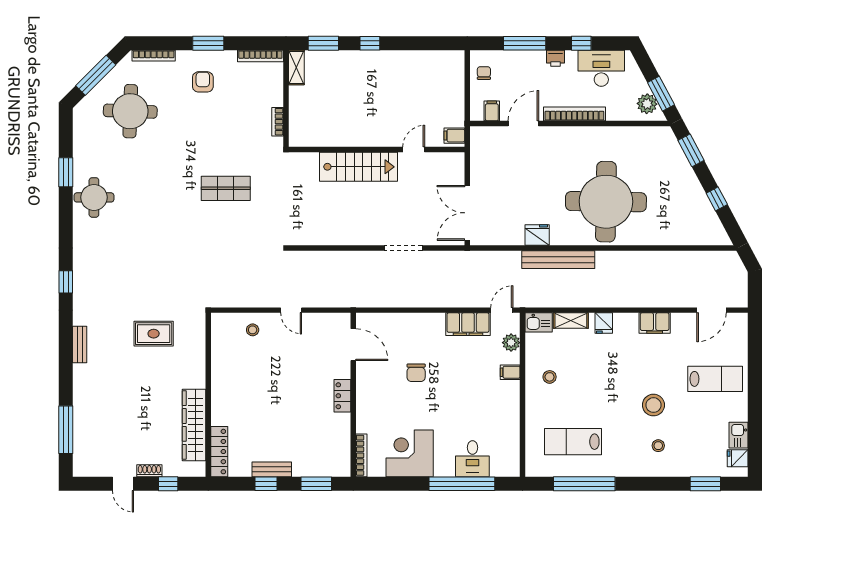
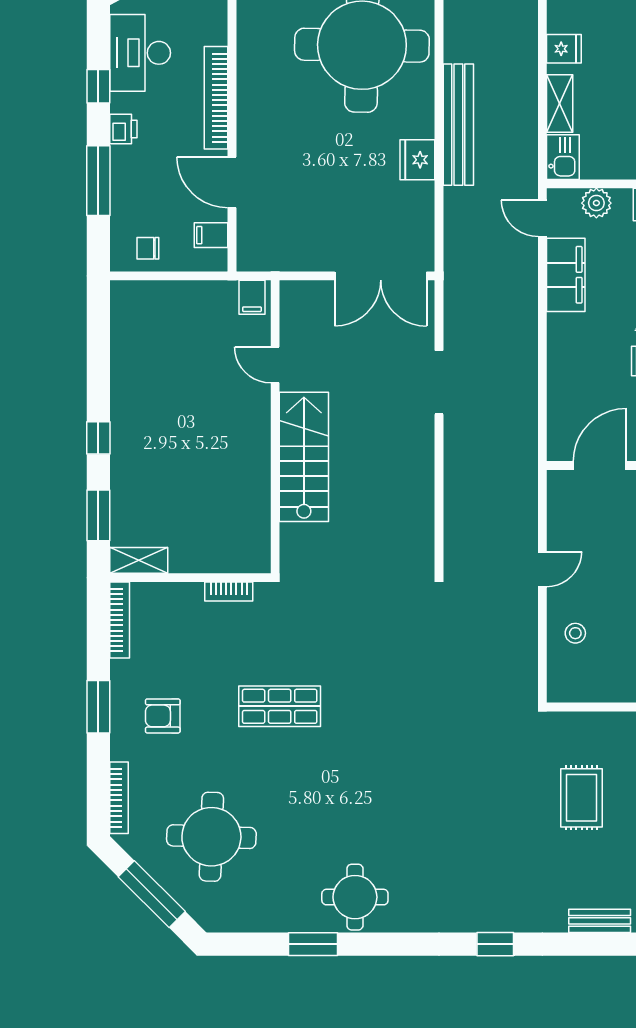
shop shelf: (226, 188) -> (280, 706), moved, turned 90

